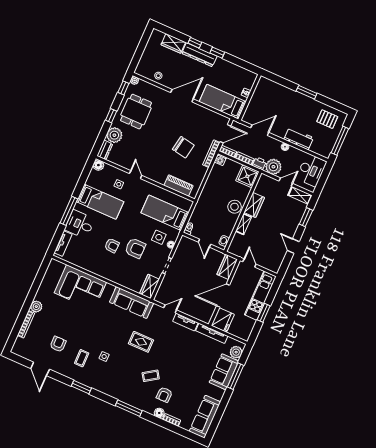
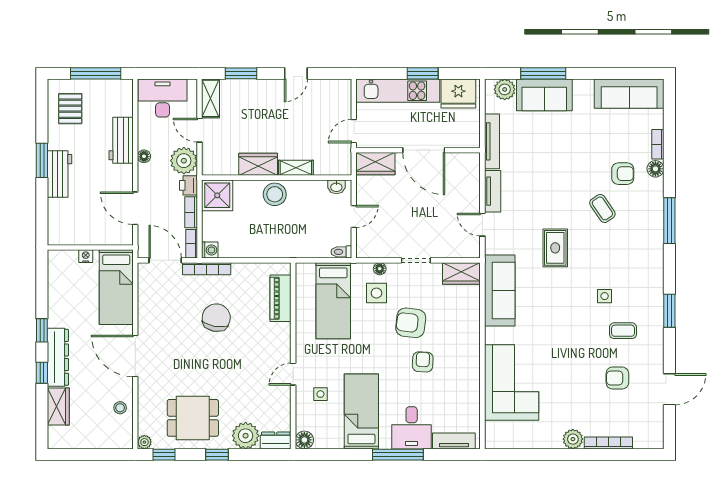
workbench: (295, 98) -> (60, 174), added
armchair: (135, 248) -> (411, 323), turned -83
fridge: (223, 320) -> (458, 93), moved, turned 180

